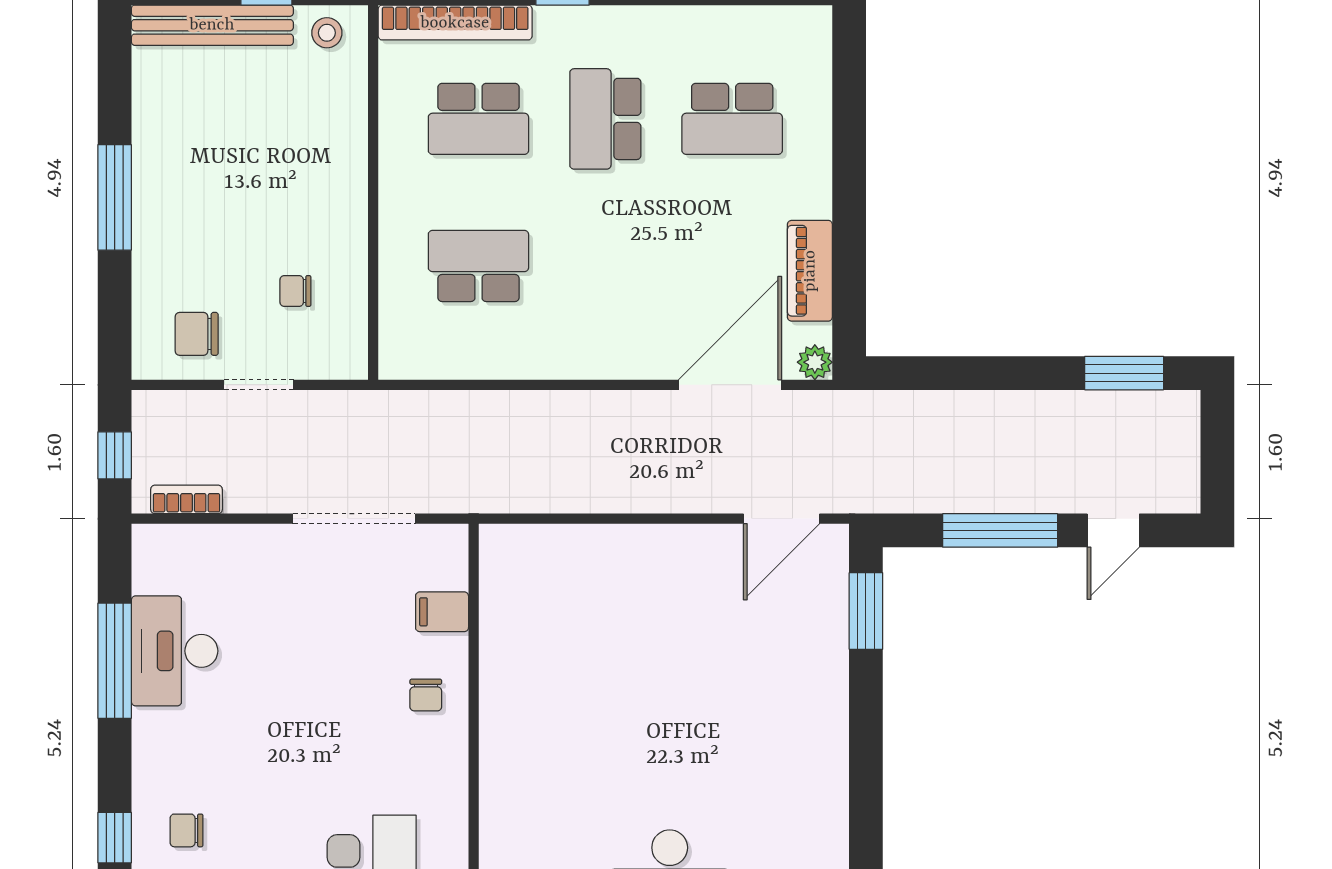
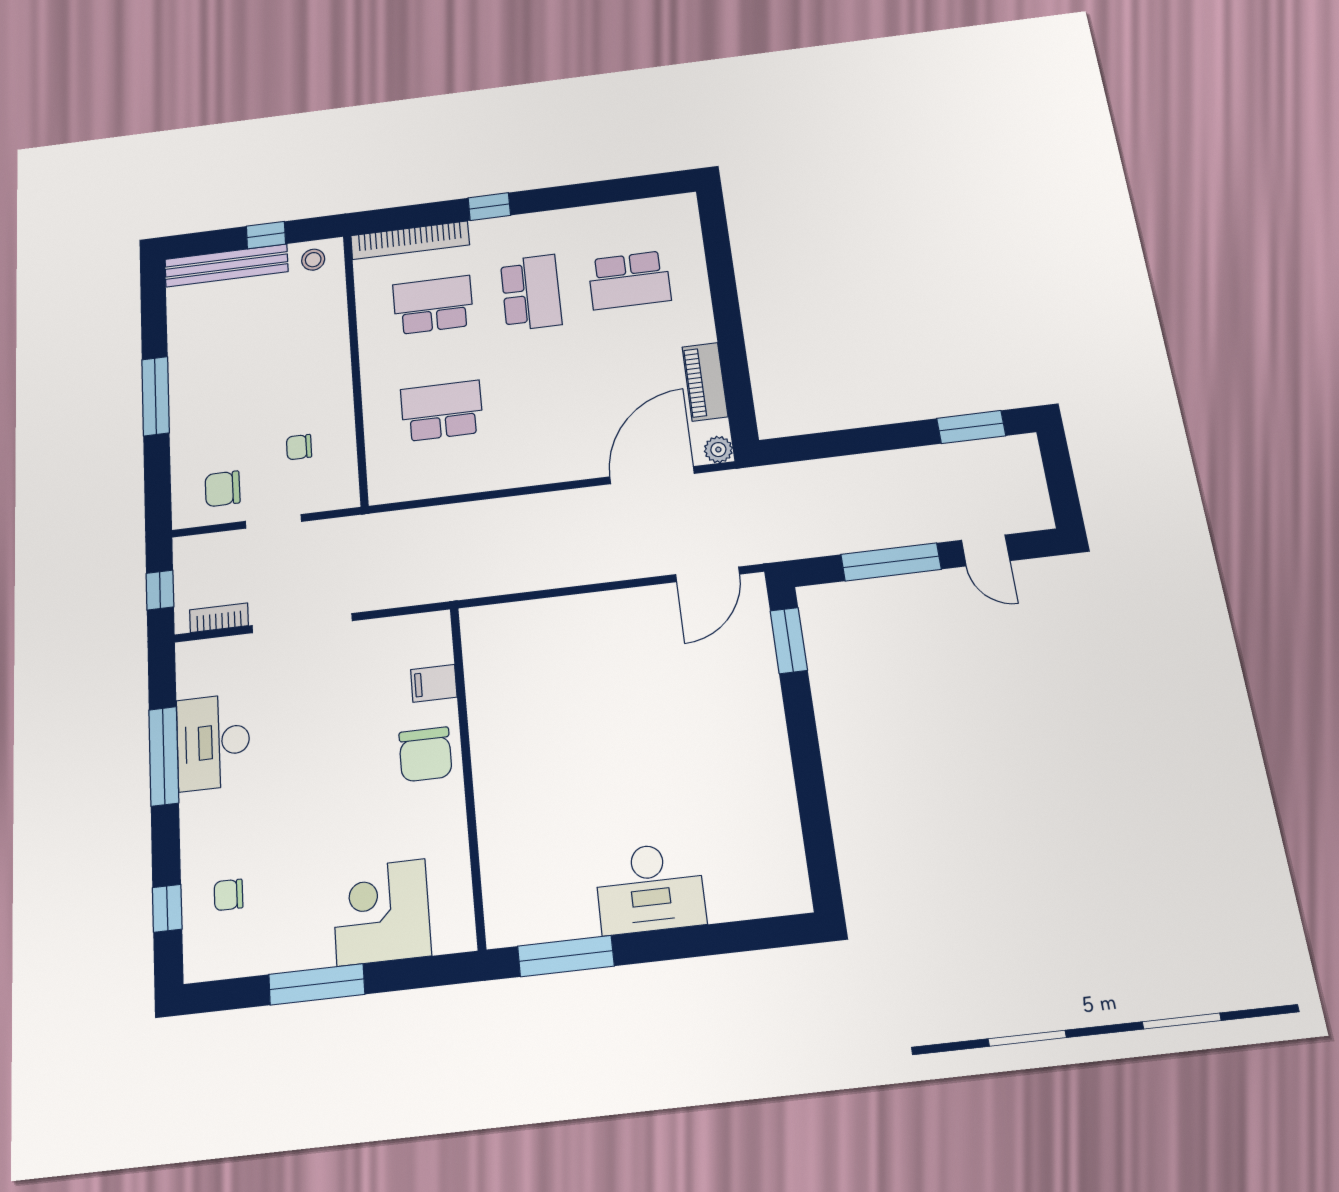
school desk: (478, 119) -> (433, 305), turned 180
school desk: (605, 119) -> (531, 293), turned 180
doorway: (354, 519) -> (302, 623), moved
door: (1113, 530) -> (986, 550), hinge flipped
chair: (426, 695) -> (425, 754), width x1.87, depth x1.87

